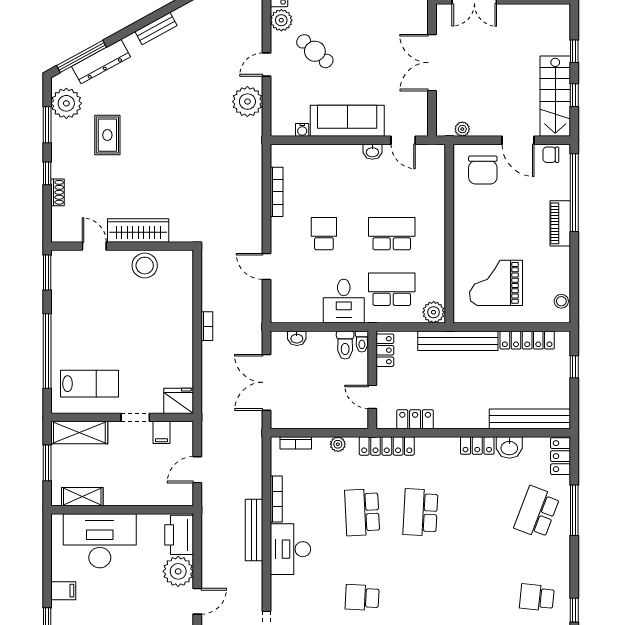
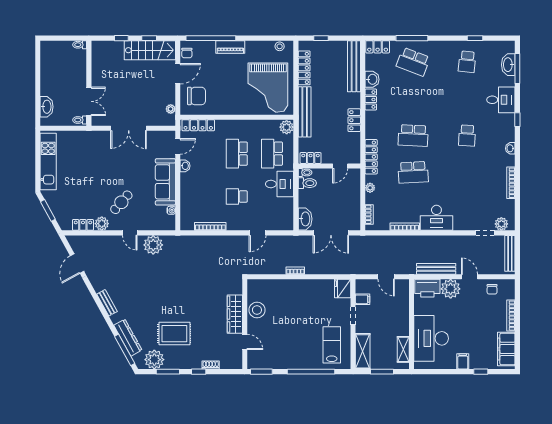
rug: (107, 135) -> (174, 334), width x1.36, depth x1.43
locker: (437, 173) -> (198, 125), added
door: (94, 246) -> (245, 342), swing flipped
grand piano: (496, 283) -> (268, 88), width x1.37, depth x1.48
washbasin: (297, 338) -> (305, 219), width x1.91, depth x1.45
locker: (415, 419) -> (354, 120), moved
bench: (254, 530) -> (436, 269), moved
school desk: (362, 598) -> (467, 136), moved

